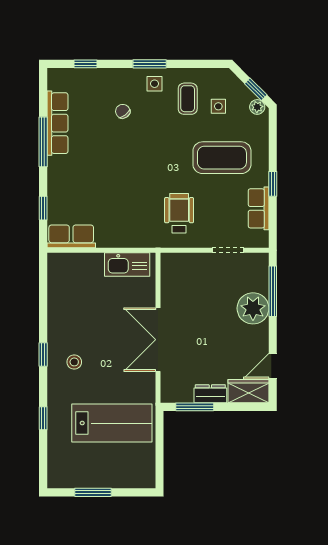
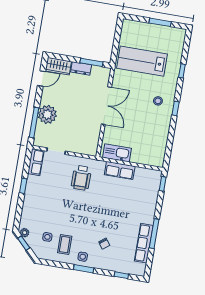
coffee table: (222, 158) -> (50, 206), removed
window: (43, 208) -> (163, 184), moved
row of seats: (259, 208) -> (36, 162), moved
row of seats: (71, 236) -> (120, 170), moved

